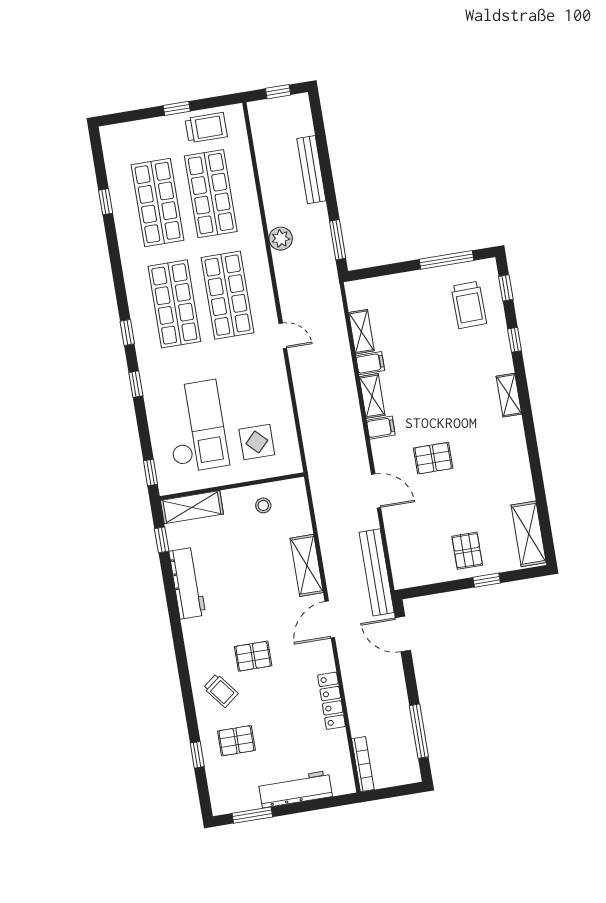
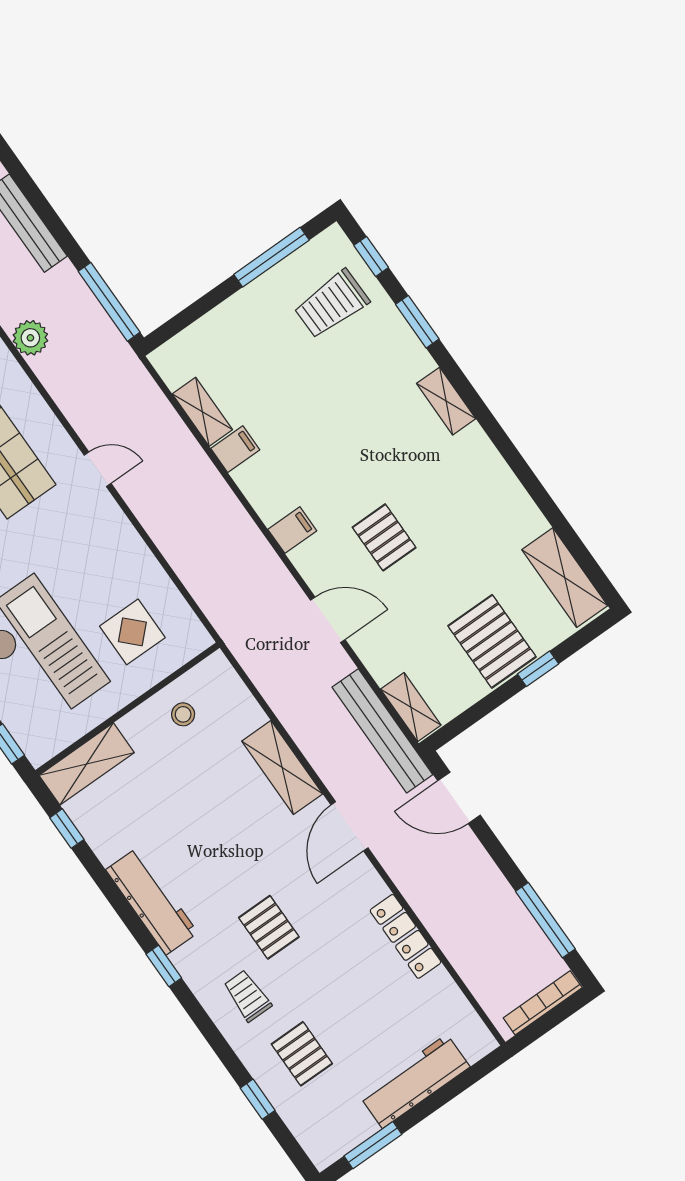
window: (338, 240) -> (109, 302), width x1.44
trolley: (469, 305) -> (332, 304), turned 90
window: (514, 340) -> (417, 322), width x1.50
shelving: (372, 396) -> (411, 707), moved
pallet: (433, 458) -> (384, 537), turned 90
pallet: (467, 551) -> (492, 641), width x1.50, depth x1.42
workbench: (187, 583) -> (152, 901), moved
window: (180, 649) -> (164, 966), added
pallet: (253, 656) -> (269, 927), turned 90
trolley: (221, 691) -> (247, 996), turned -142
pallet: (236, 741) -> (302, 1054), turned 90
bookcase: (363, 764) -> (543, 1003), moved, turned -90

